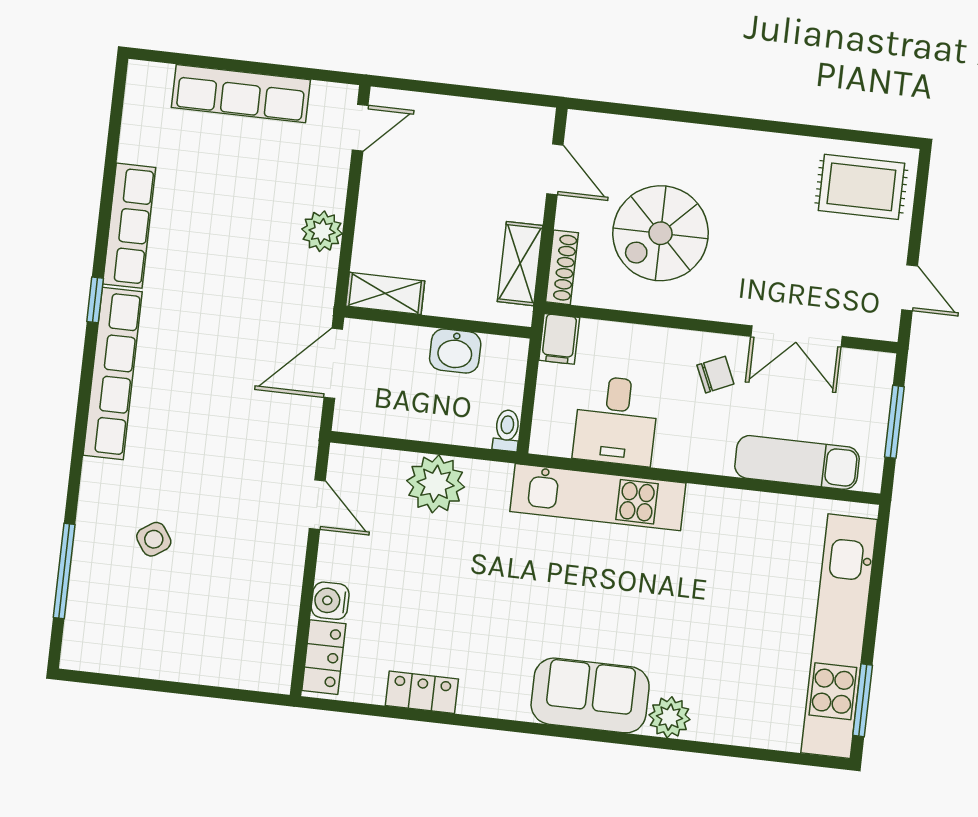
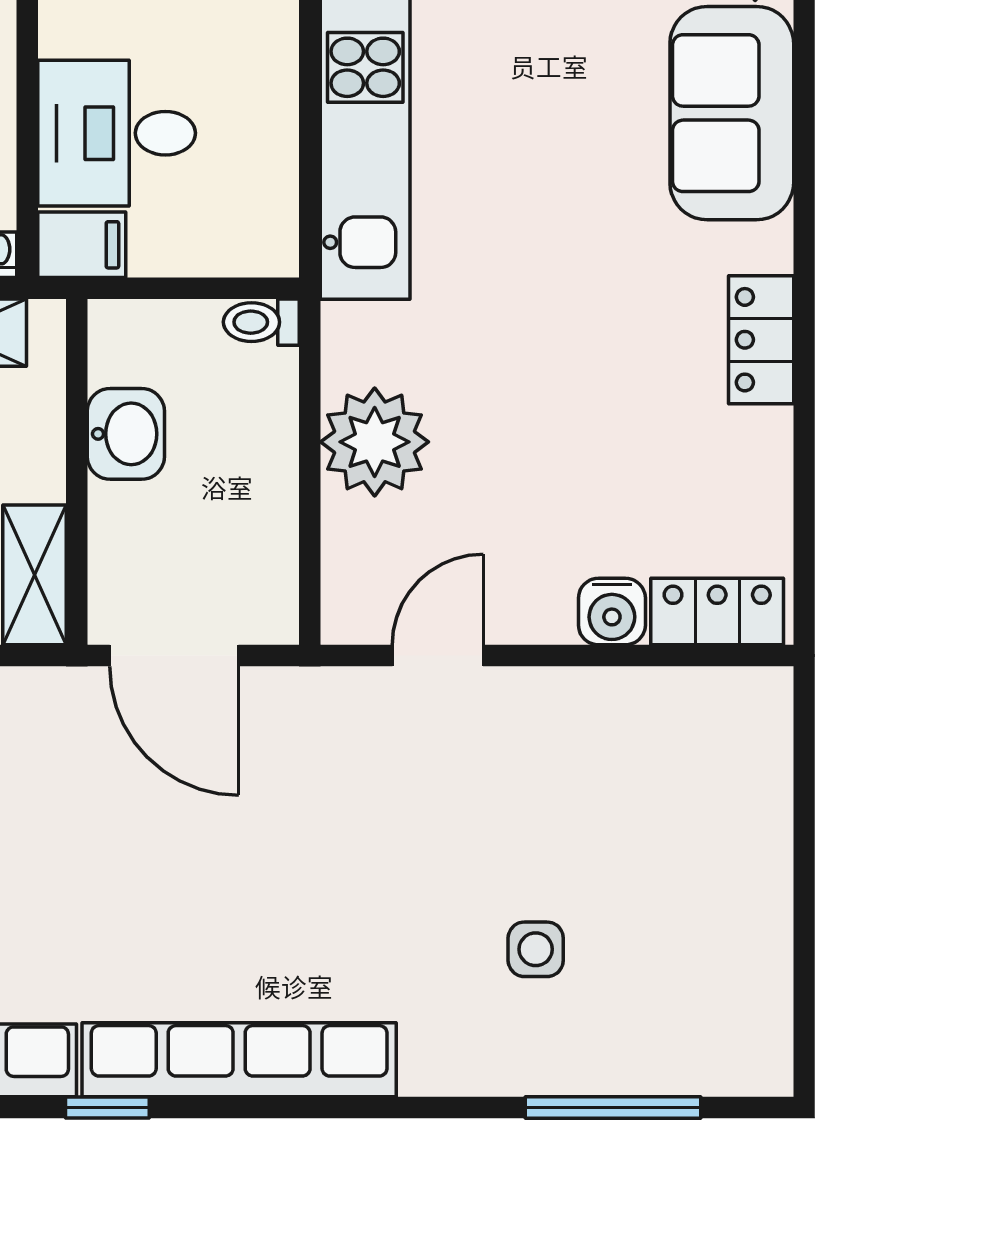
desk: (616, 421) -> (117, 133), moved, turned 180
side table: (154, 539) -> (536, 949), turned 34
locker: (422, 692) -> (761, 340), moved

